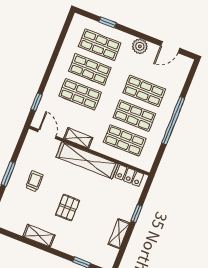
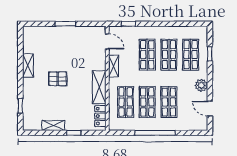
door: (47, 134) -> (107, 41), hinge flipped
shelving: (87, 160) -> (99, 87), width x0.68
trolley: (34, 181) -> (68, 46), removed

